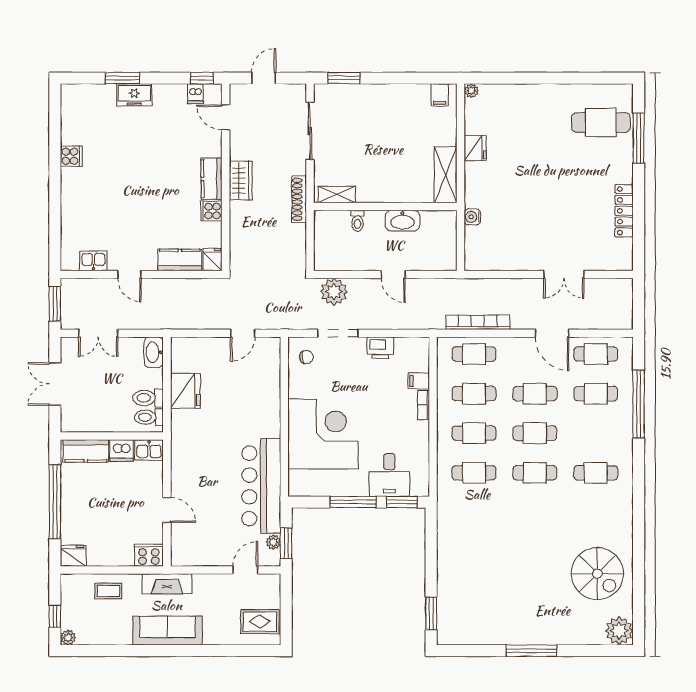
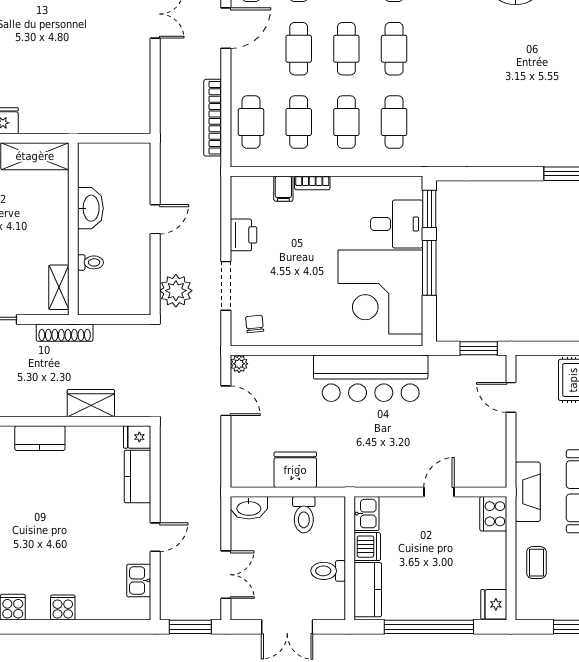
wardrobe: (241, 181) -> (91, 403), moved
cooker: (211, 211) -> (63, 608), moved, turned 180
water cooler: (472, 217) -> (86, 124), removed
toilet: (149, 417) -> (328, 571), moved, turned 90
corner desk: (323, 434) -> (380, 292), moved, turned -90
bar counter: (261, 486) -> (371, 378), moved
plant: (273, 542) -> (239, 364), moved

